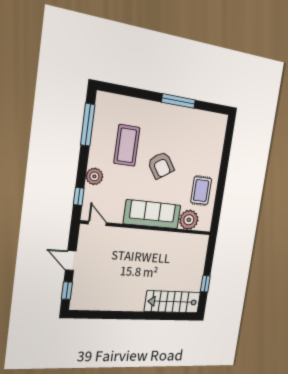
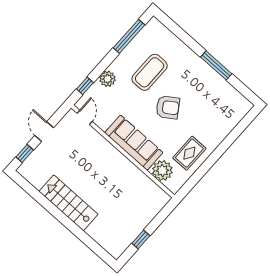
armchair: (161, 165) -> (168, 107), turned -91
stairs: (173, 302) -> (68, 203), moved

